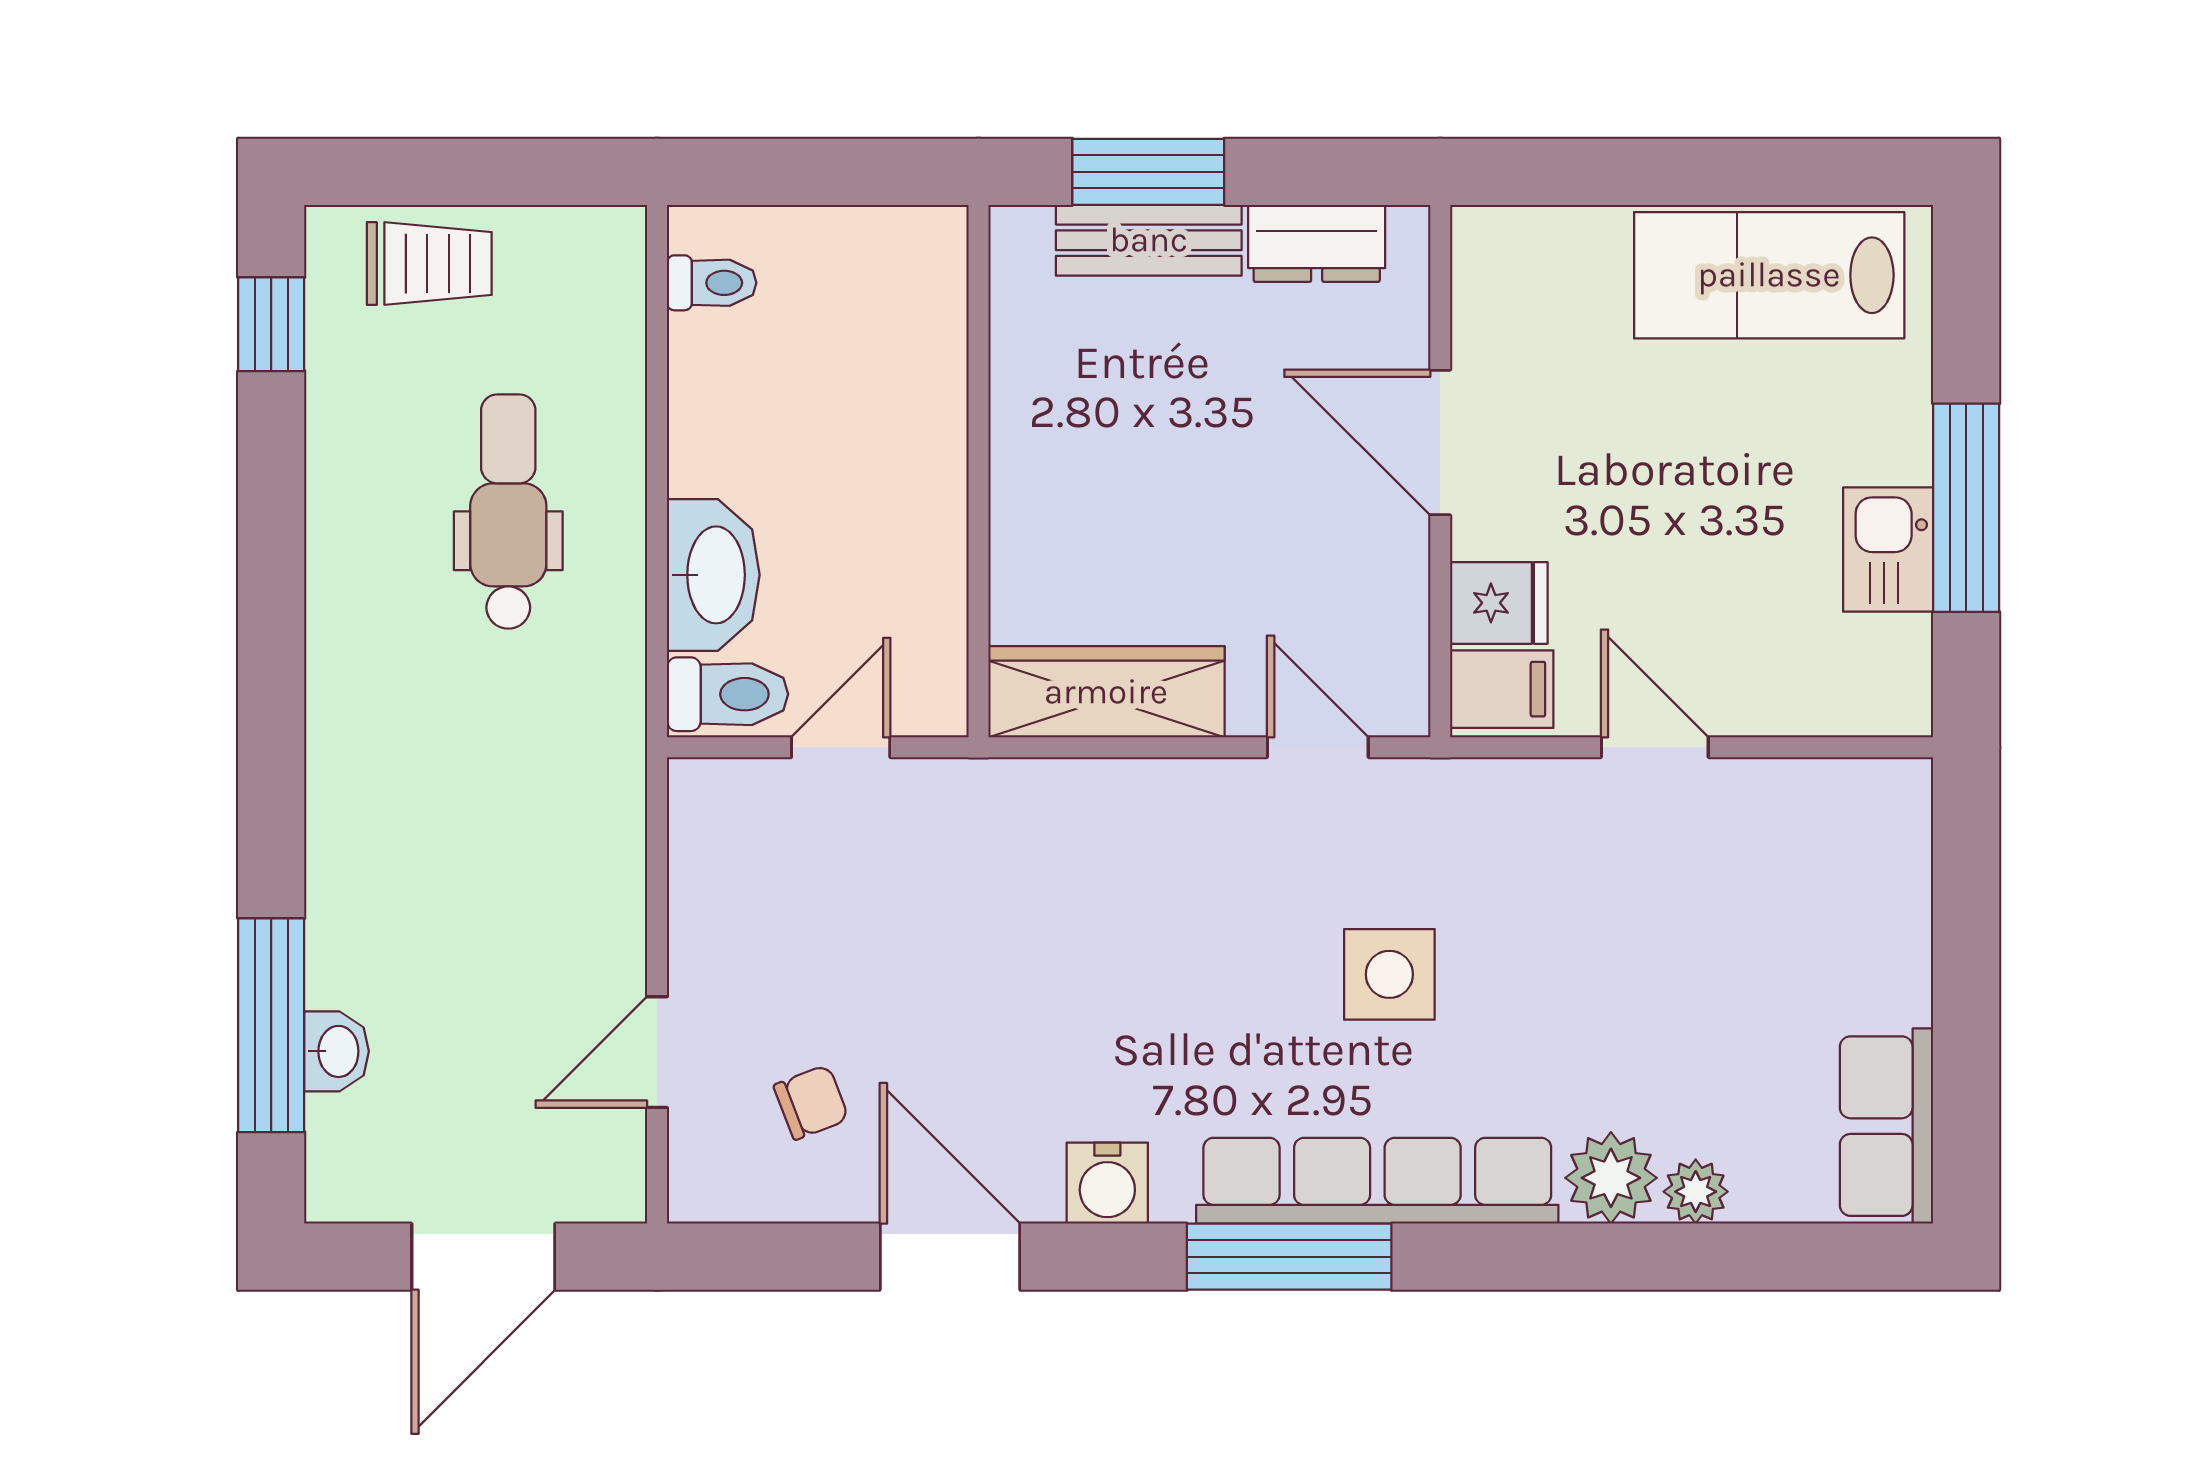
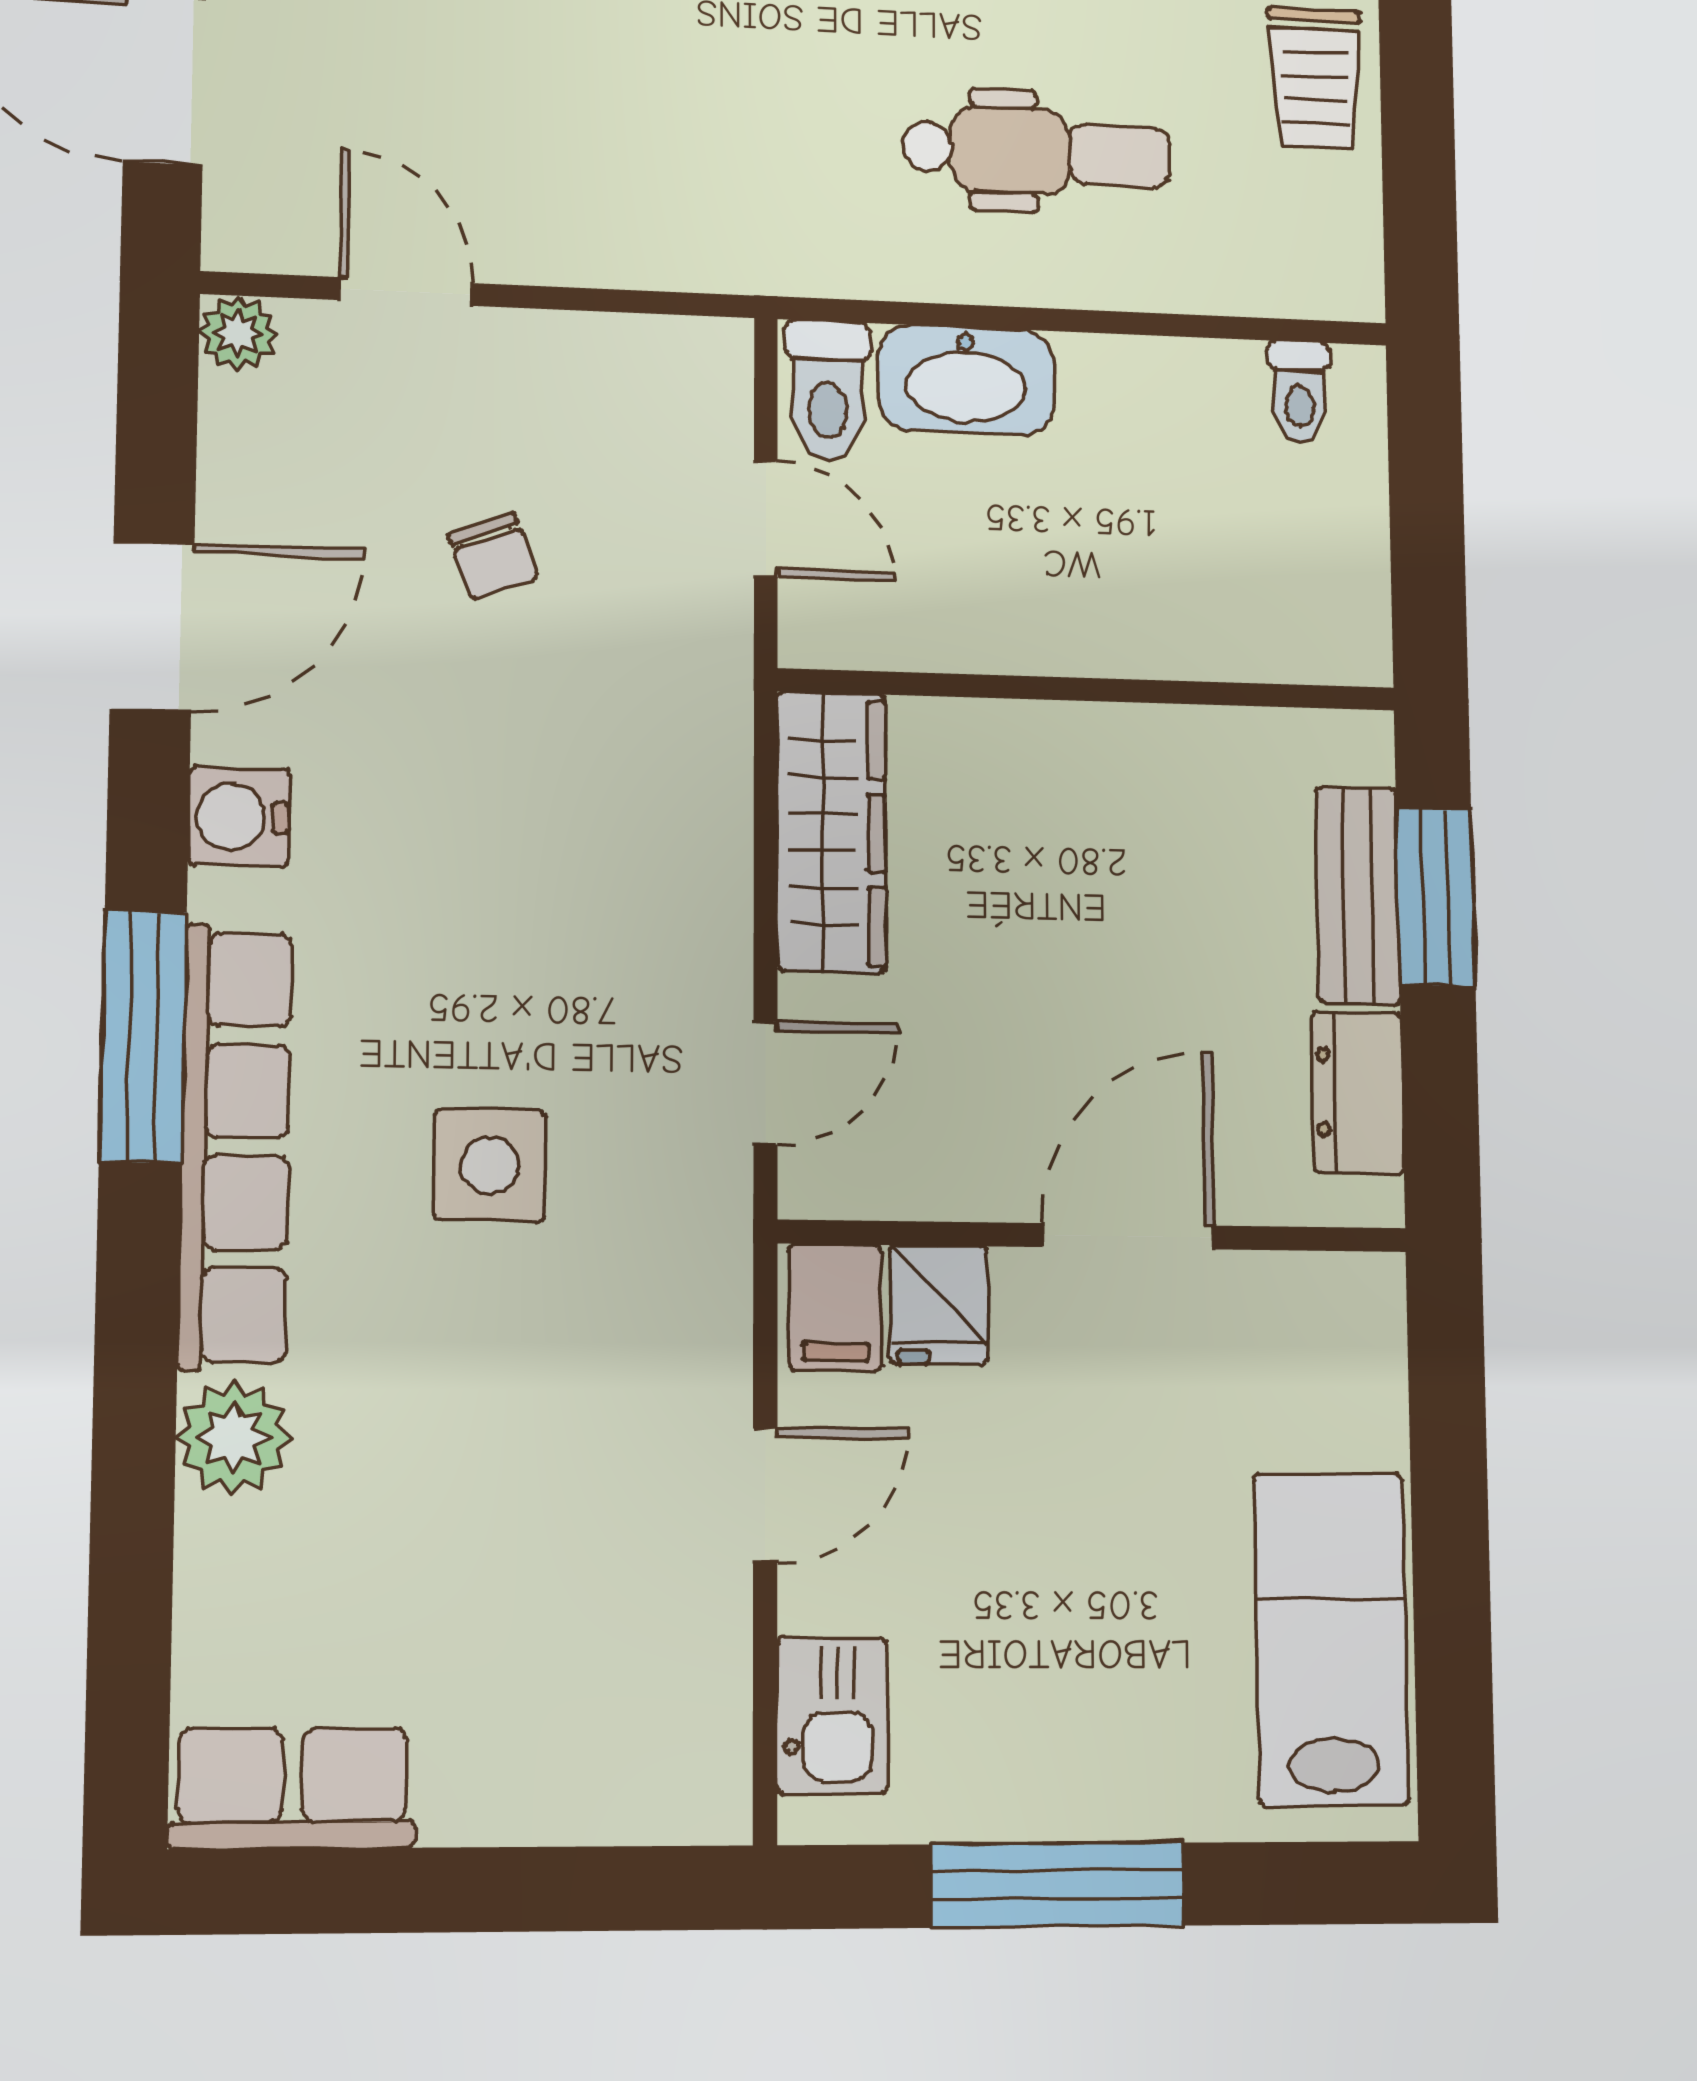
kitchen sink: (1888, 550) -> (832, 1715), moved, turned 90
chair: (811, 1102) -> (493, 556), moved
plant: (1696, 1192) -> (238, 333), moved

